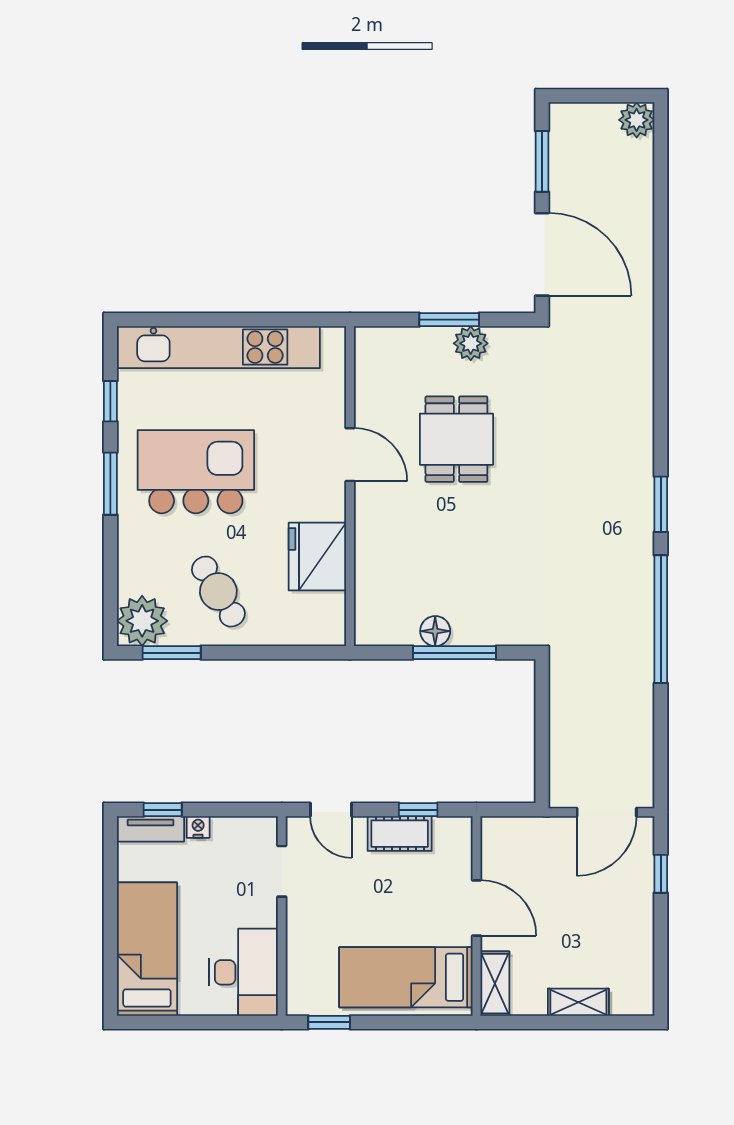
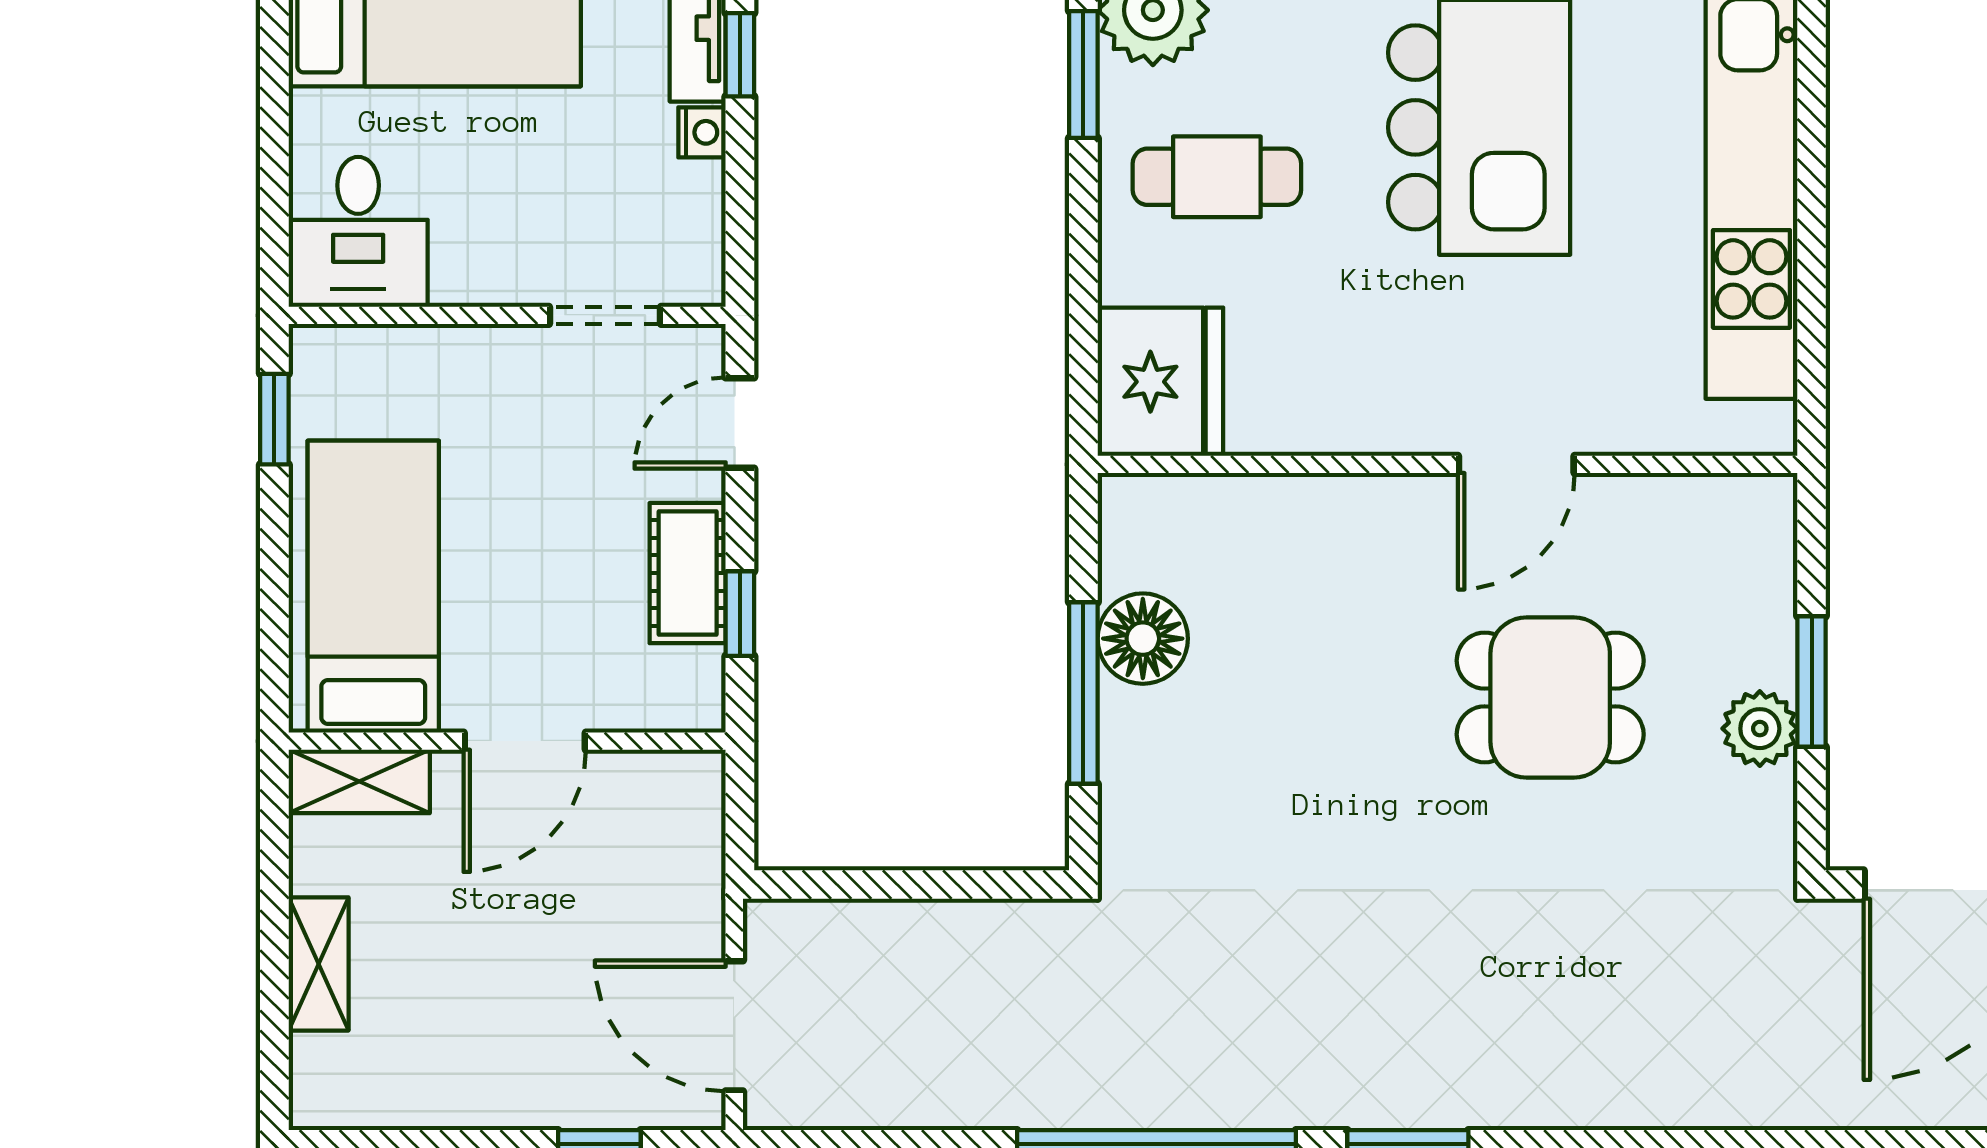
fridge: (317, 557) -> (1160, 382), moved, turned 90
cafe table: (218, 592) -> (1217, 177), turned 31
floor lamp: (435, 631) -> (1143, 639), width x1.38, depth x1.38
desk: (244, 972) -> (358, 232), width x0.73

